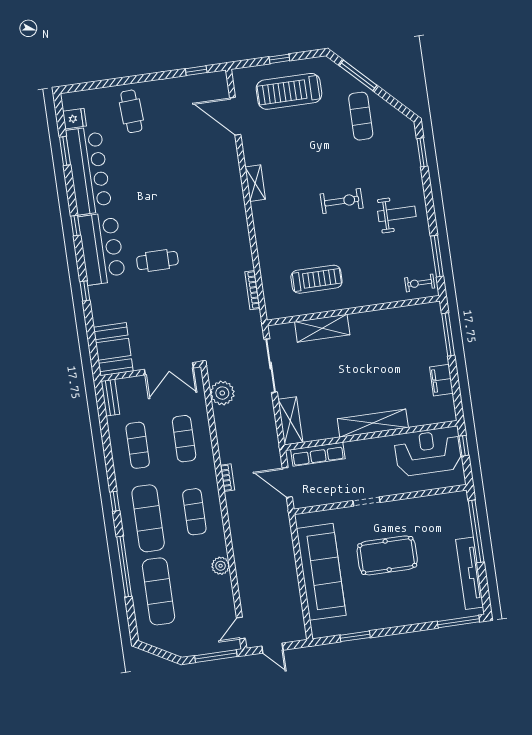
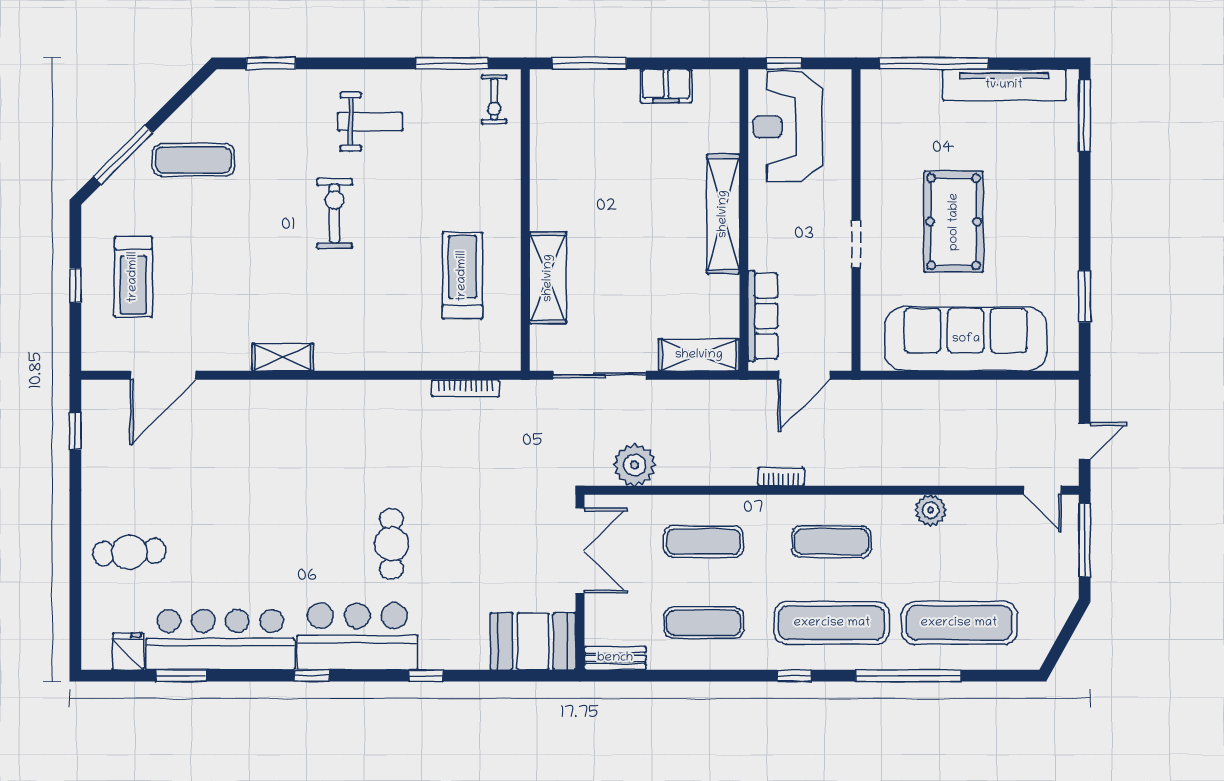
treadmill: (289, 91) -> (133, 277), width x0.73, depth x0.73
weight bench: (397, 214) -> (370, 122), turned 90

